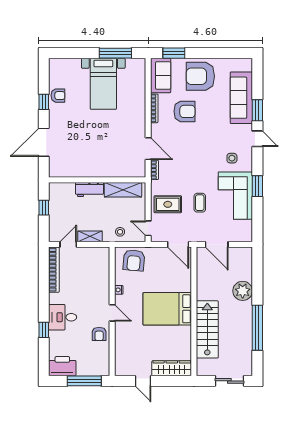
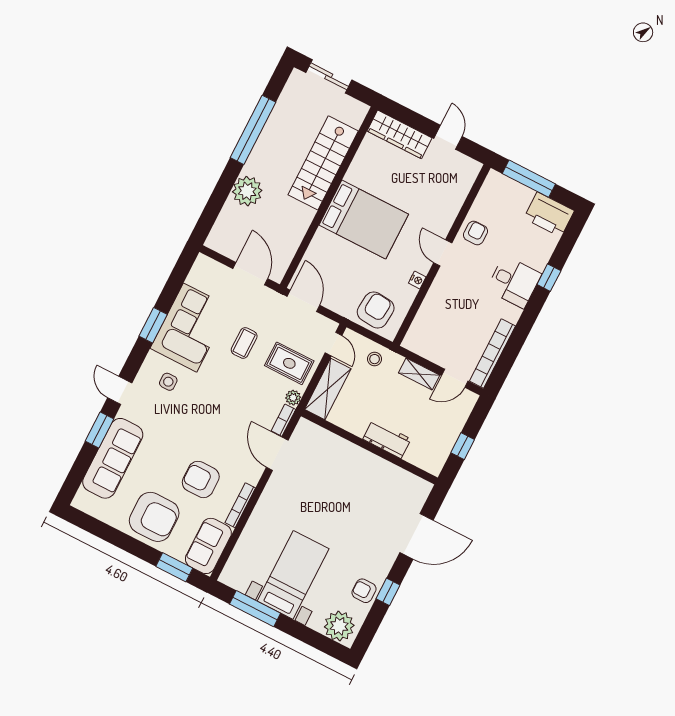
plant: (62, 68) -> (339, 626), added
plant: (155, 186) -> (293, 398), added
shelving: (123, 190) -> (328, 389), moved, turned 90

